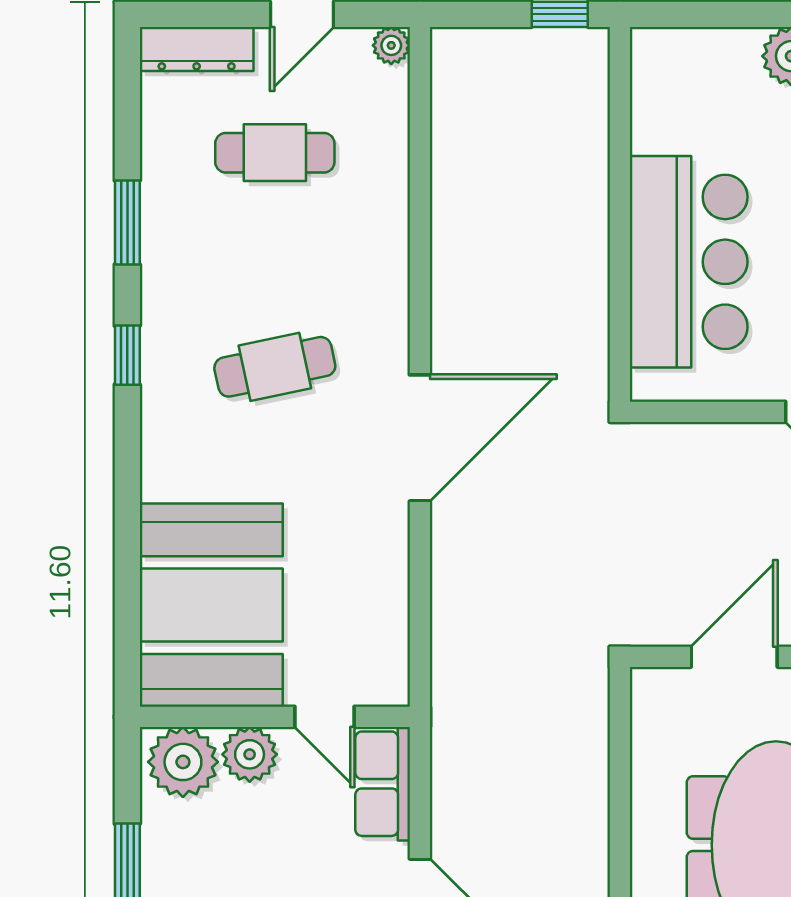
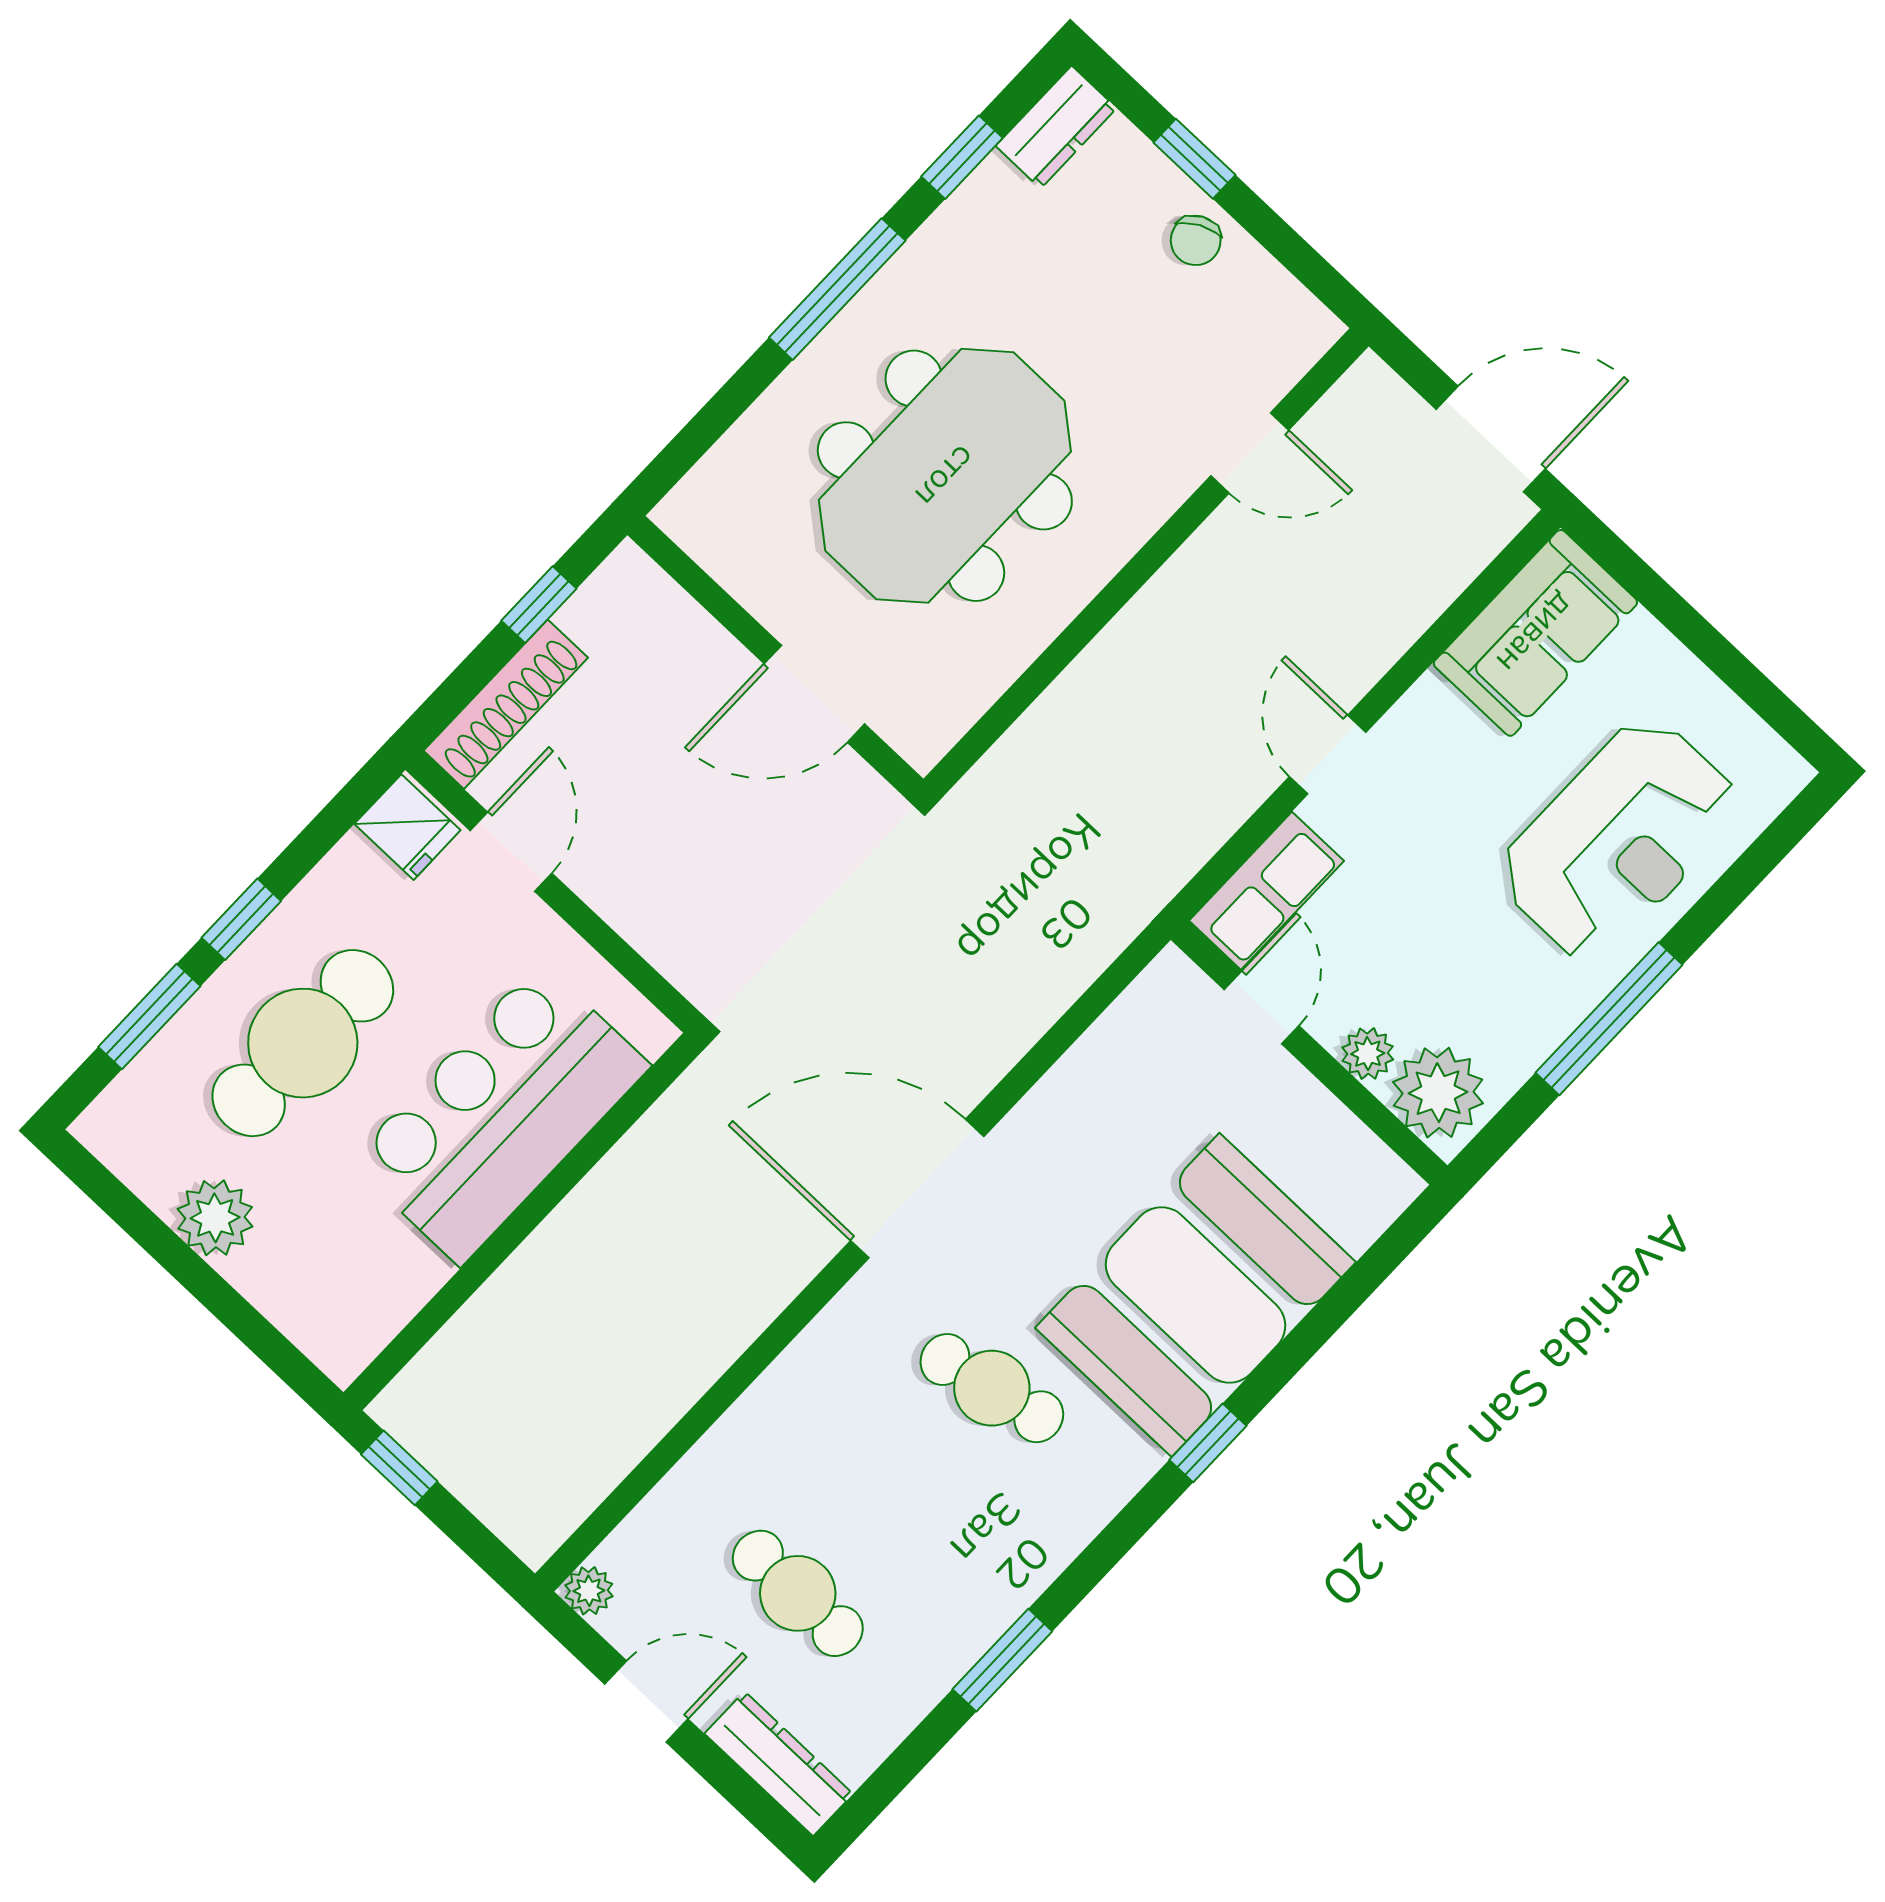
window: (127, 355) -> (1208, 1443), moved
booth: (211, 605) -> (1195, 1295), moved
plant: (250, 754) -> (1368, 1054), width x0.73, depth x0.73

